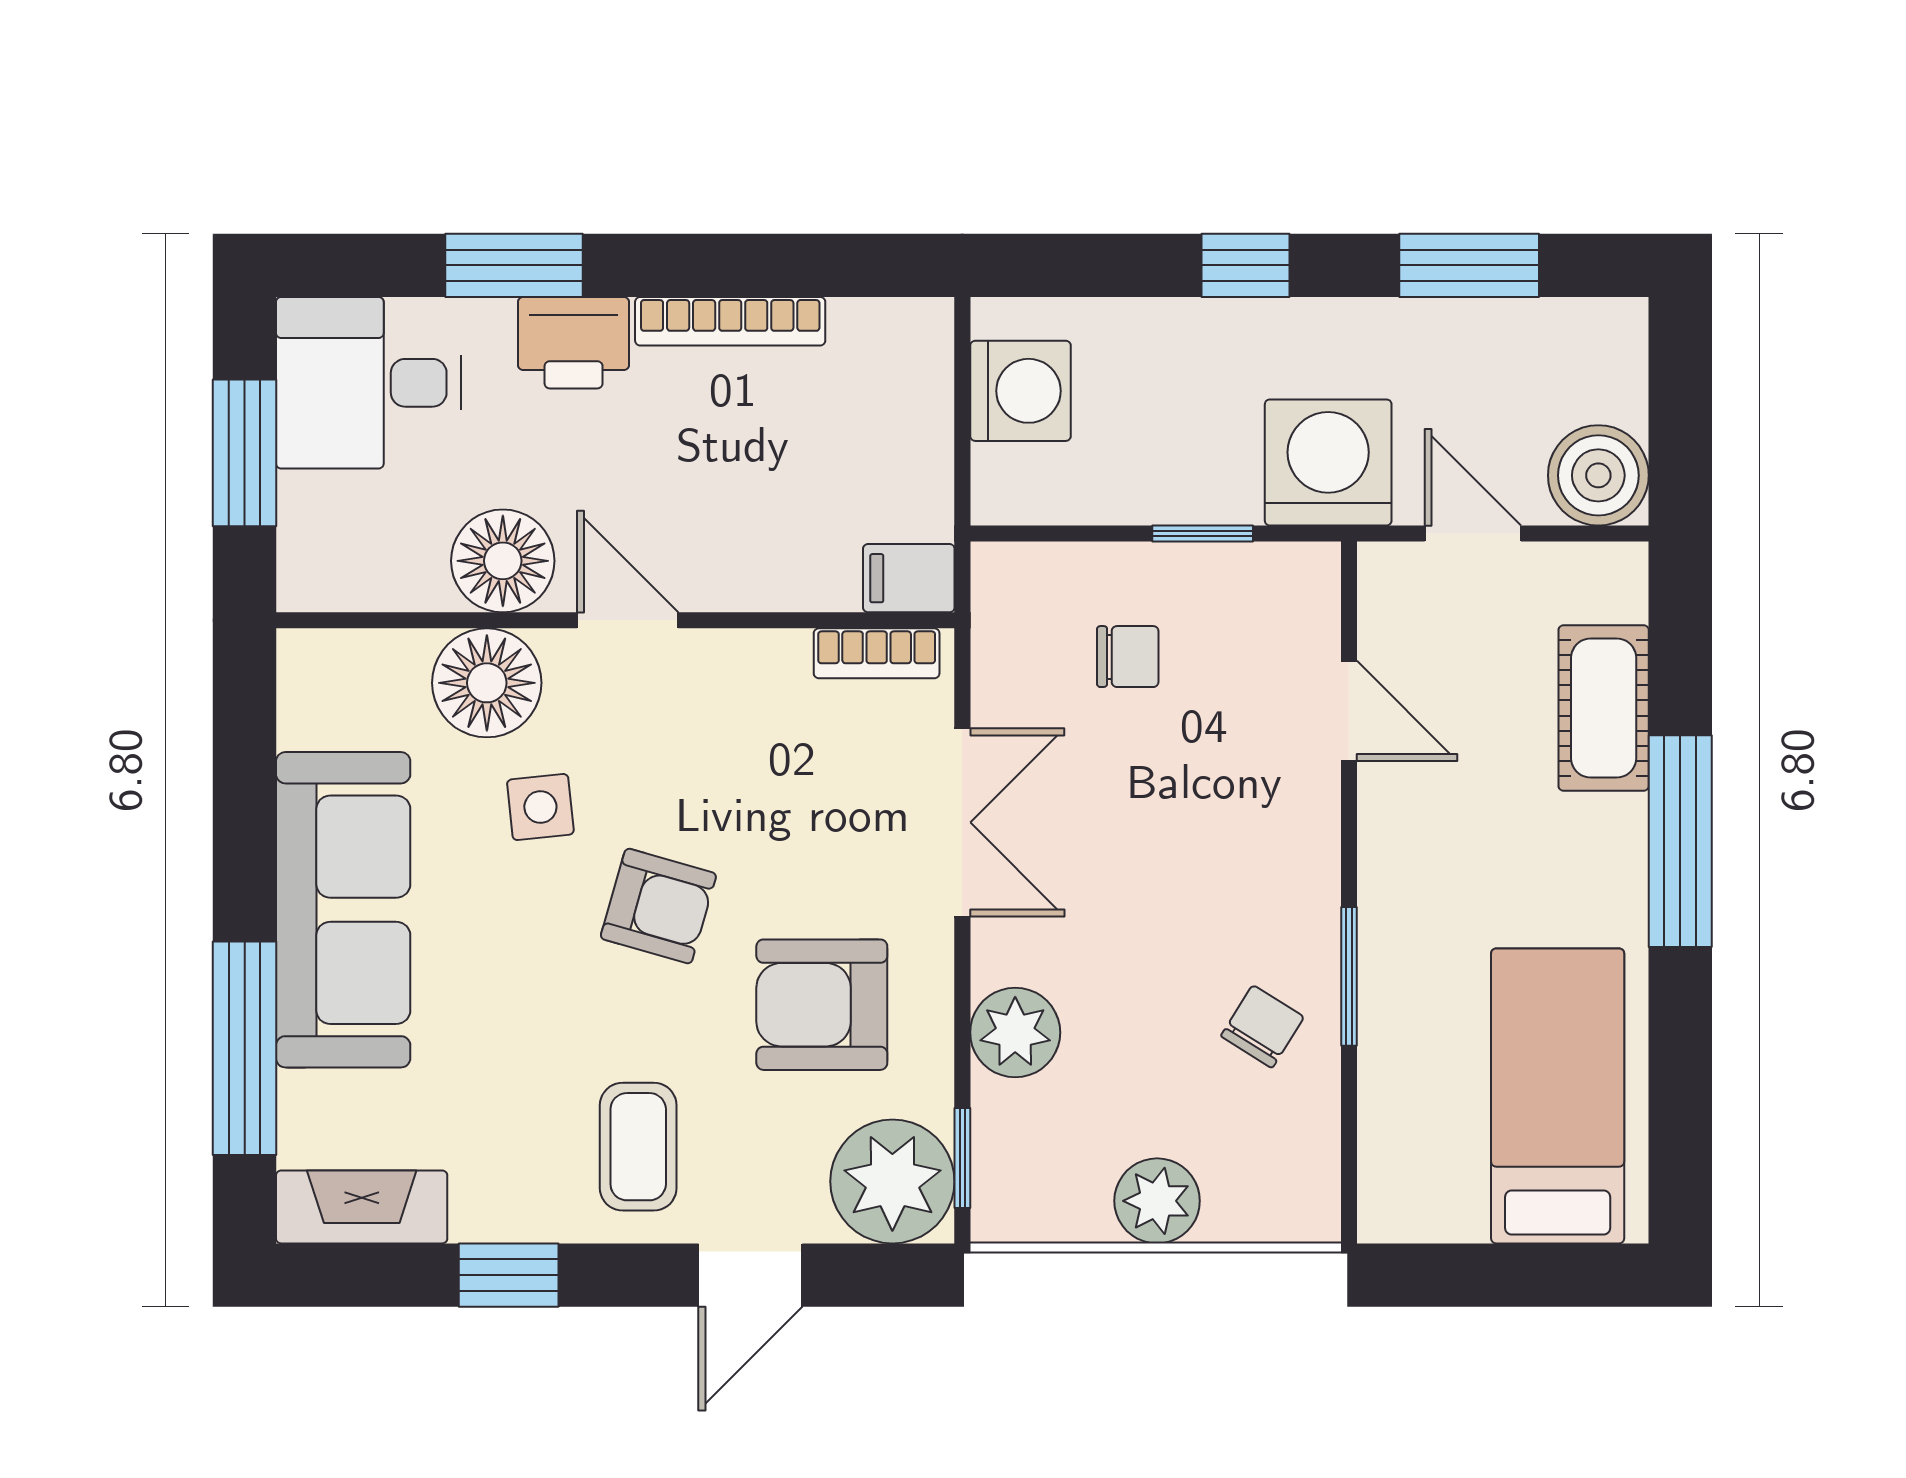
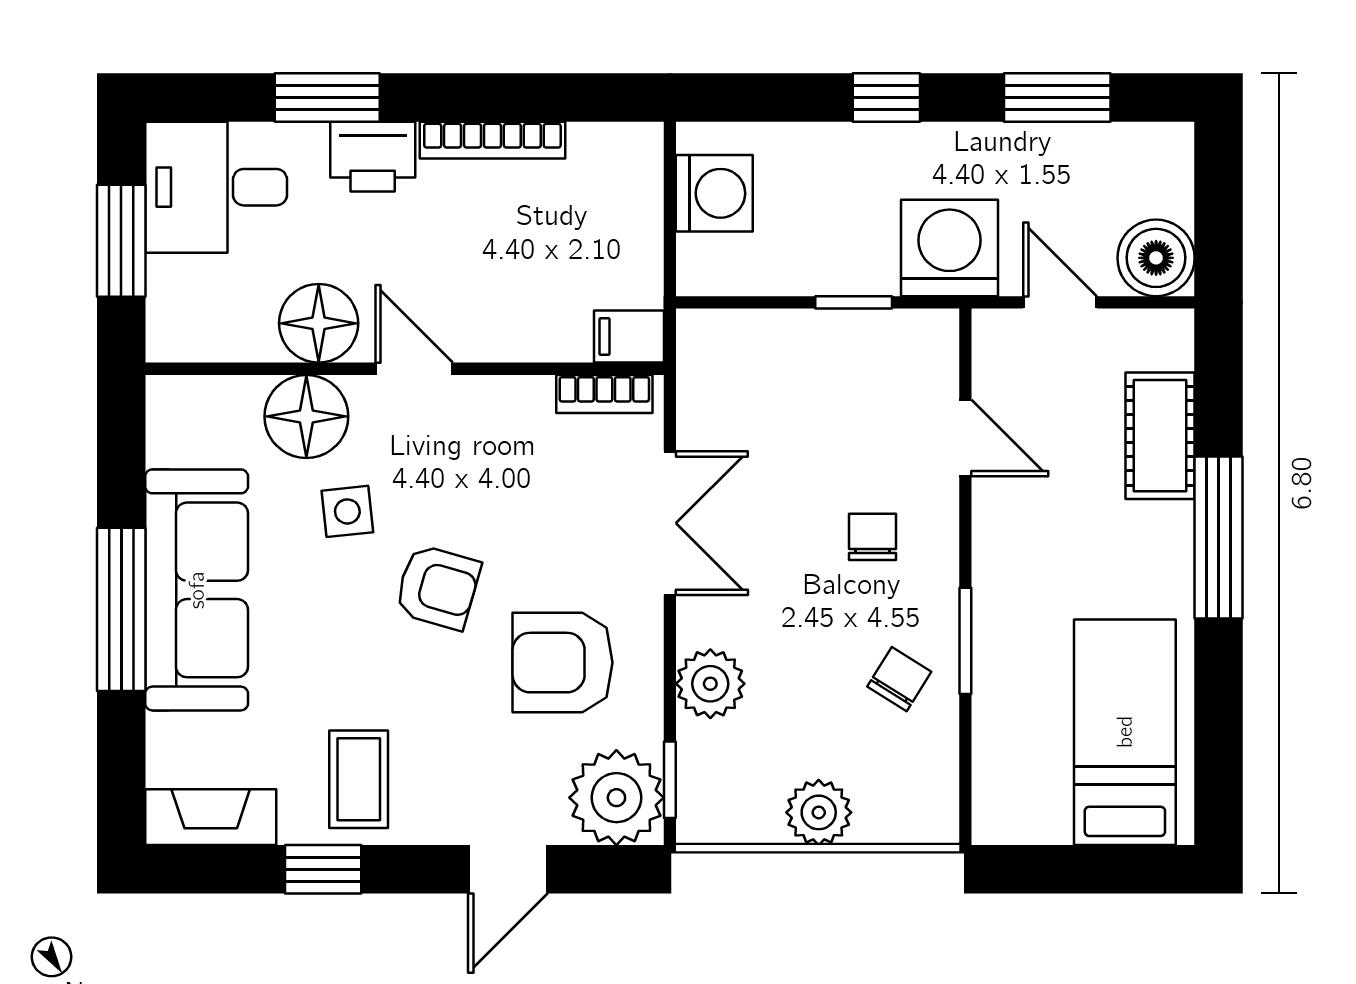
chair: (1128, 657) -> (872, 537), moved, turned -90
window: (245, 1048) -> (121, 609), moved
coffee table: (638, 1147) -> (359, 779), moved

